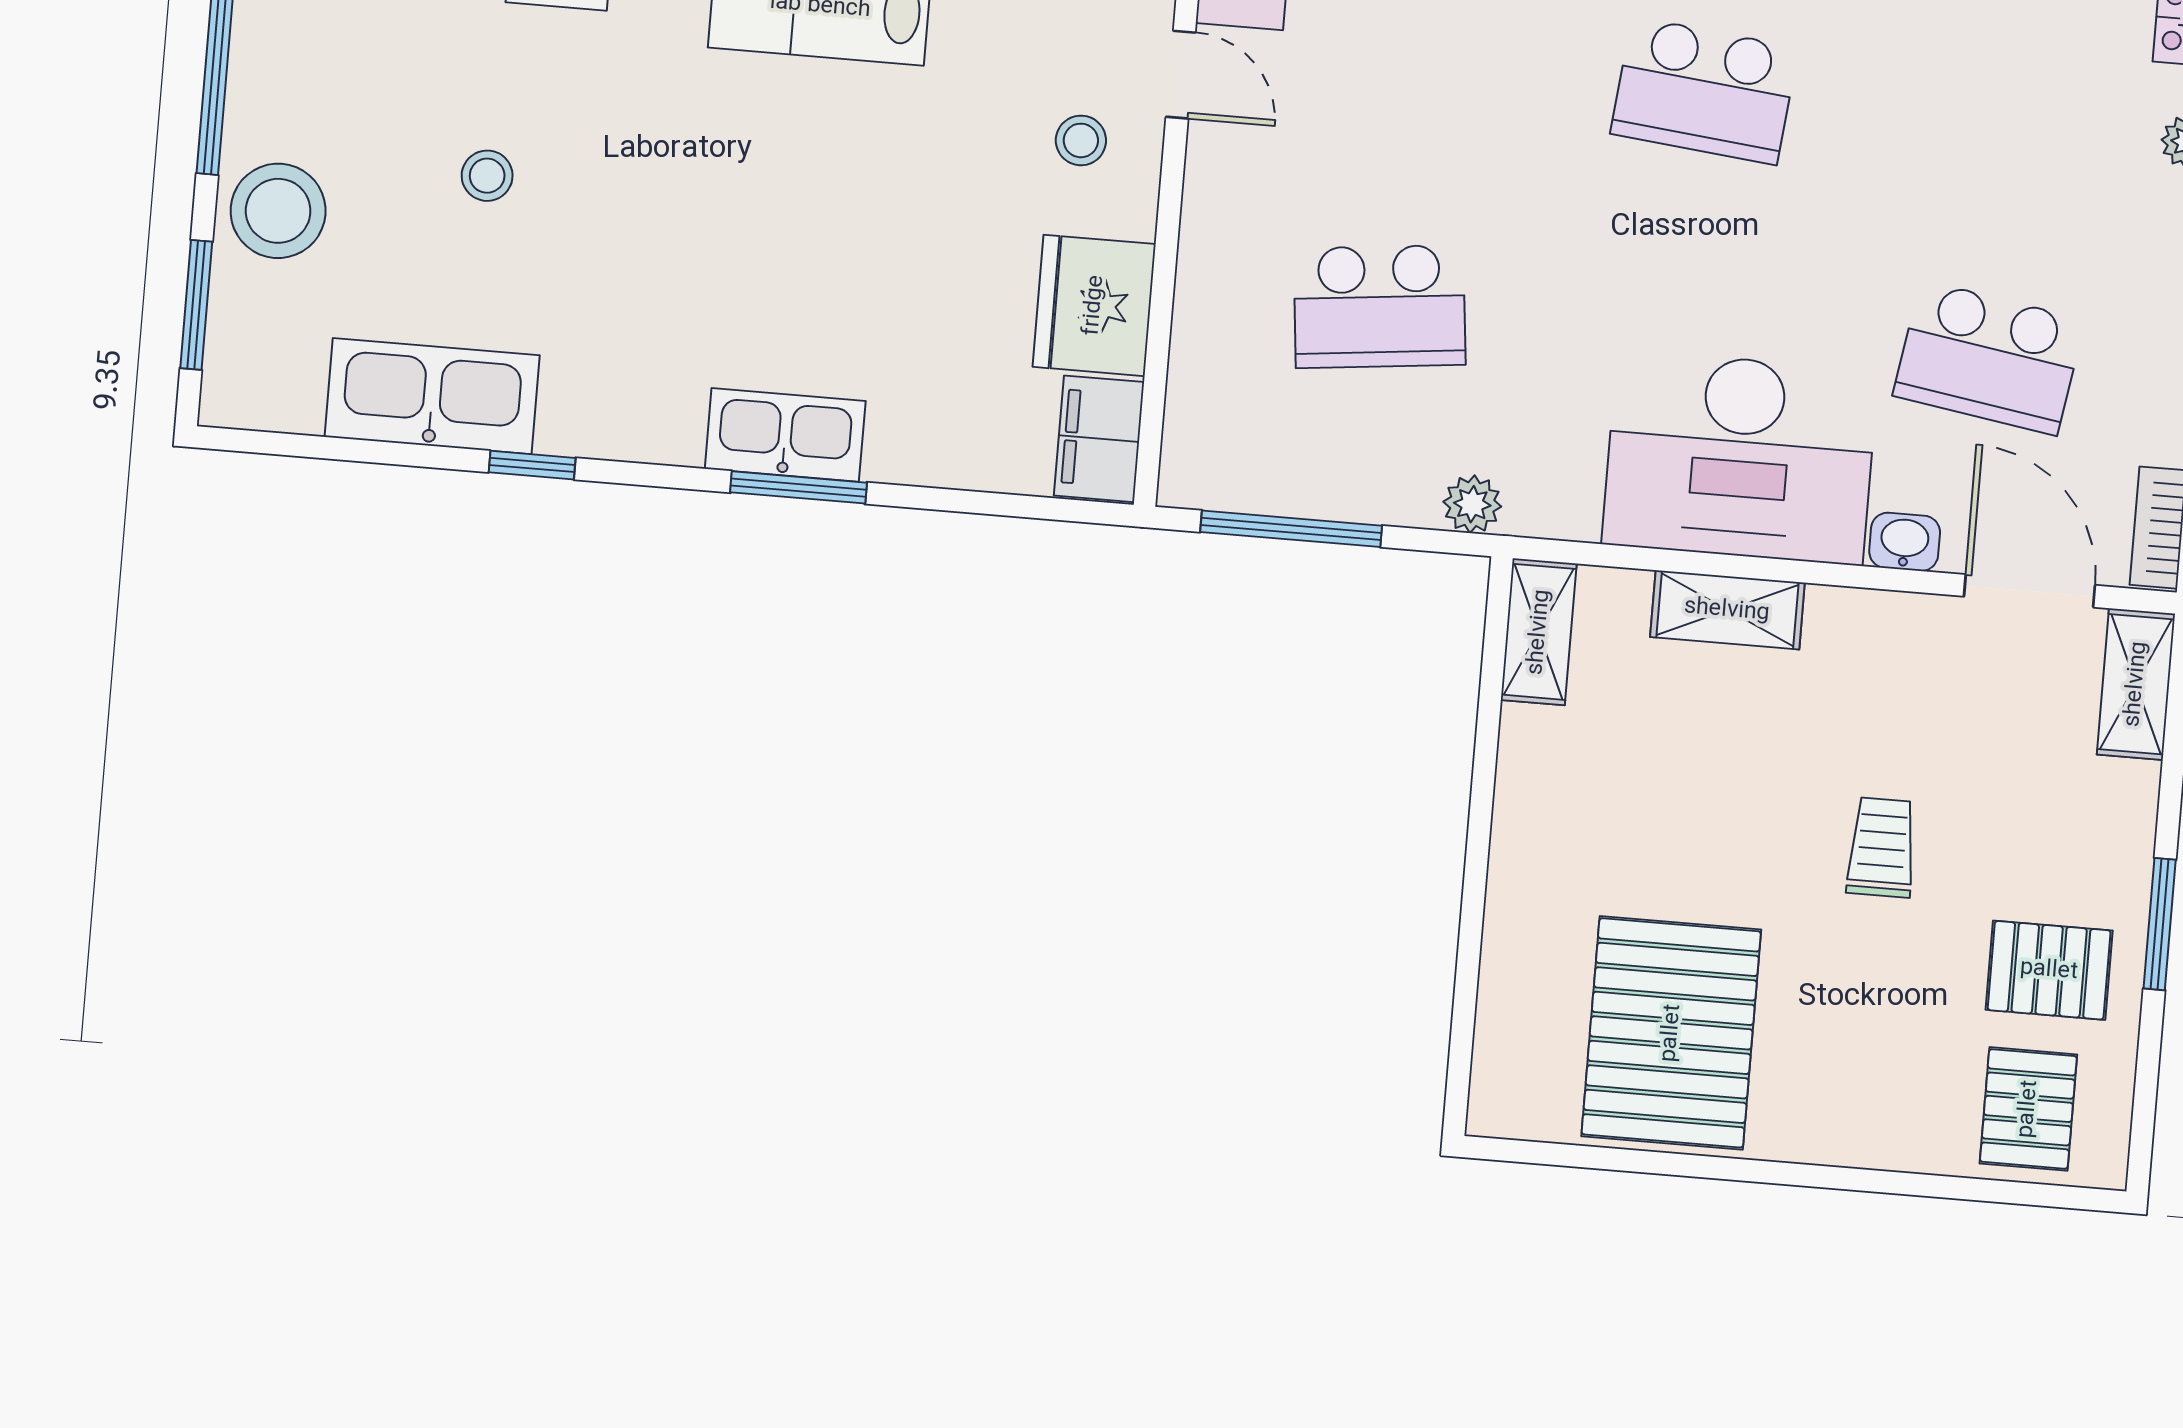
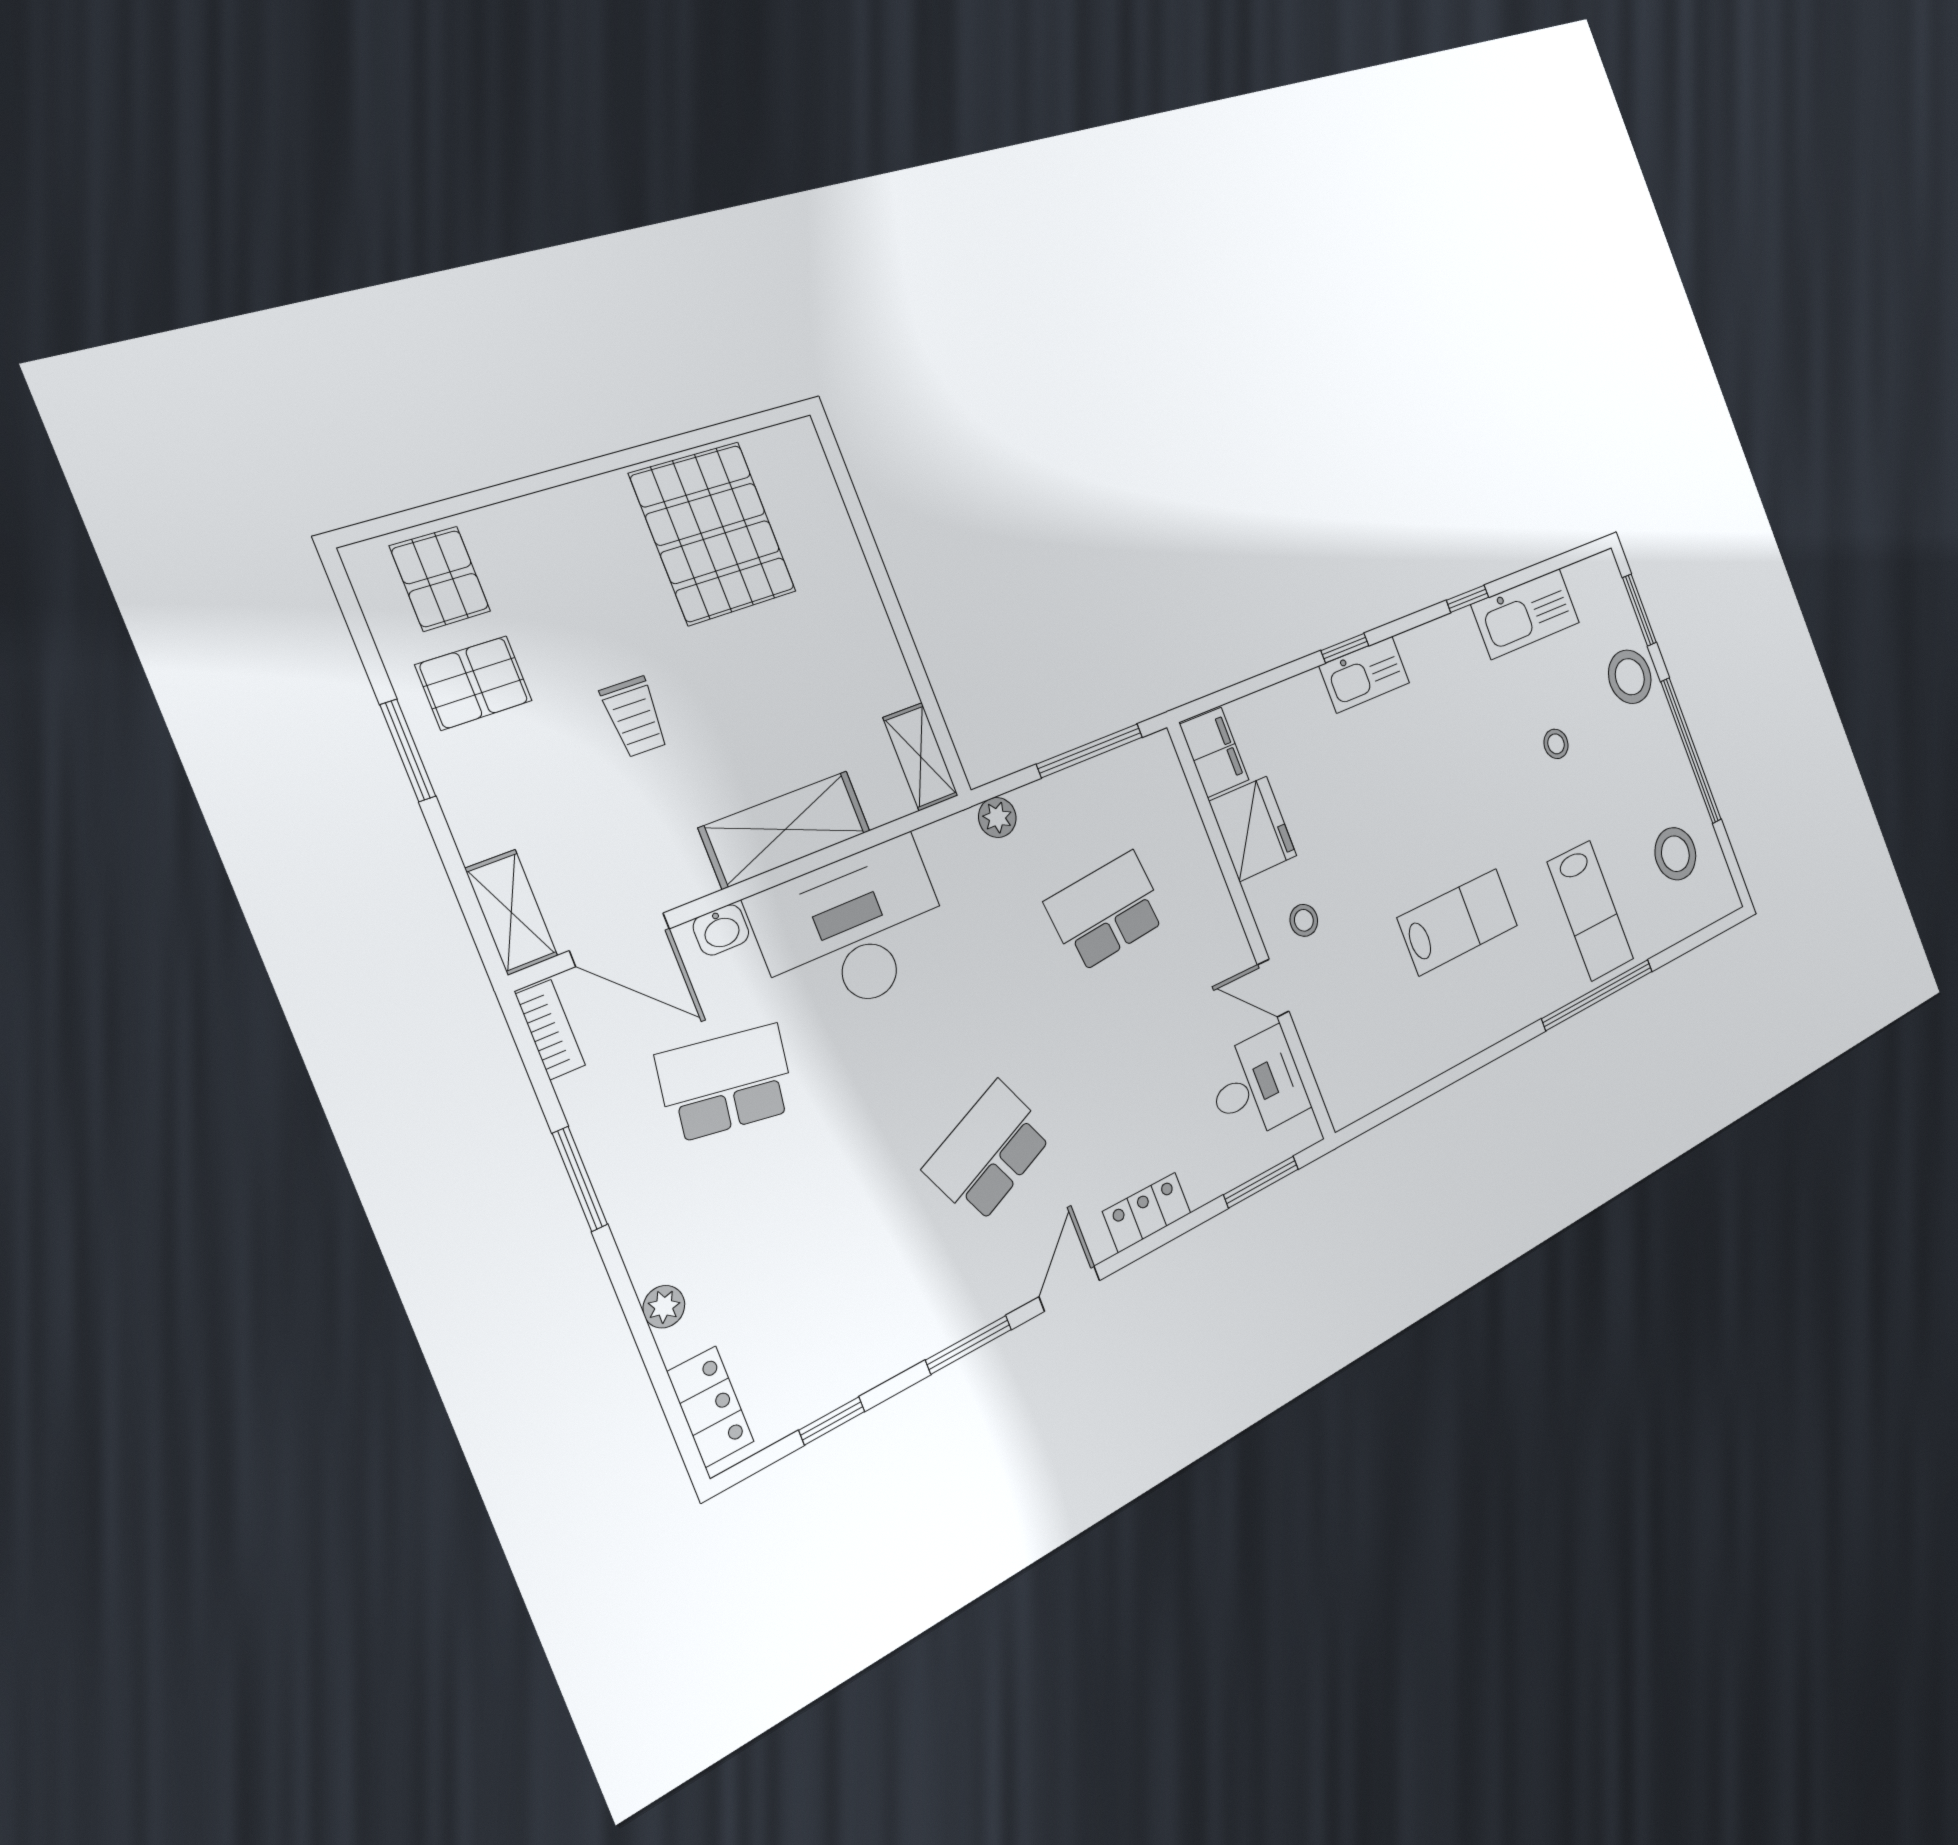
school desk: (1704, 91) -> (989, 1152), turned -30
window: (799, 487) -> (1345, 648), width x0.67
shelving: (1727, 610) -> (785, 829), width x1.50, depth x1.33

